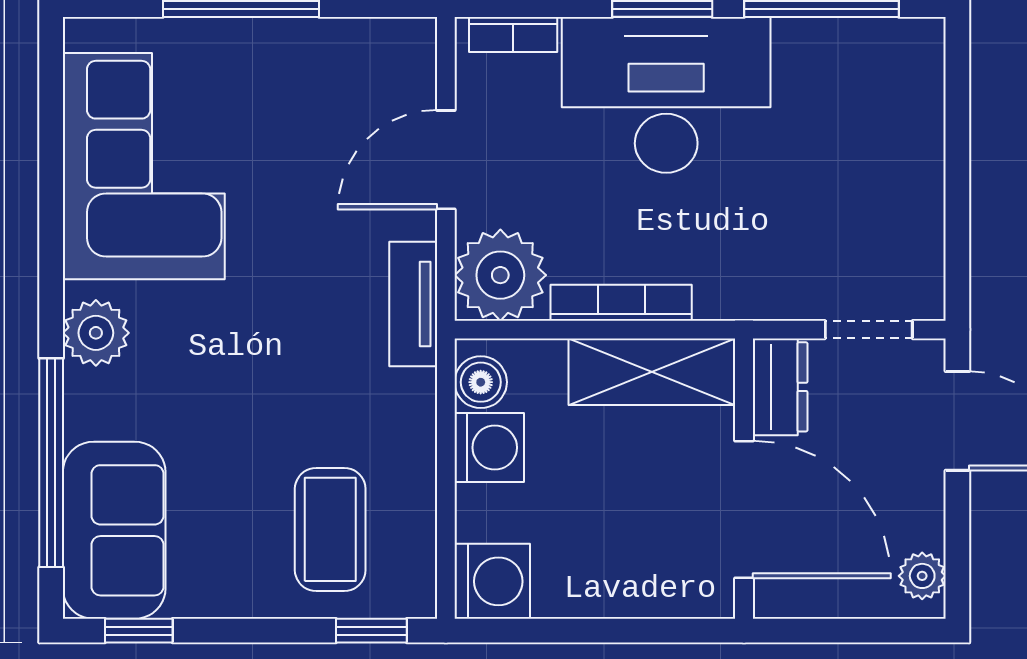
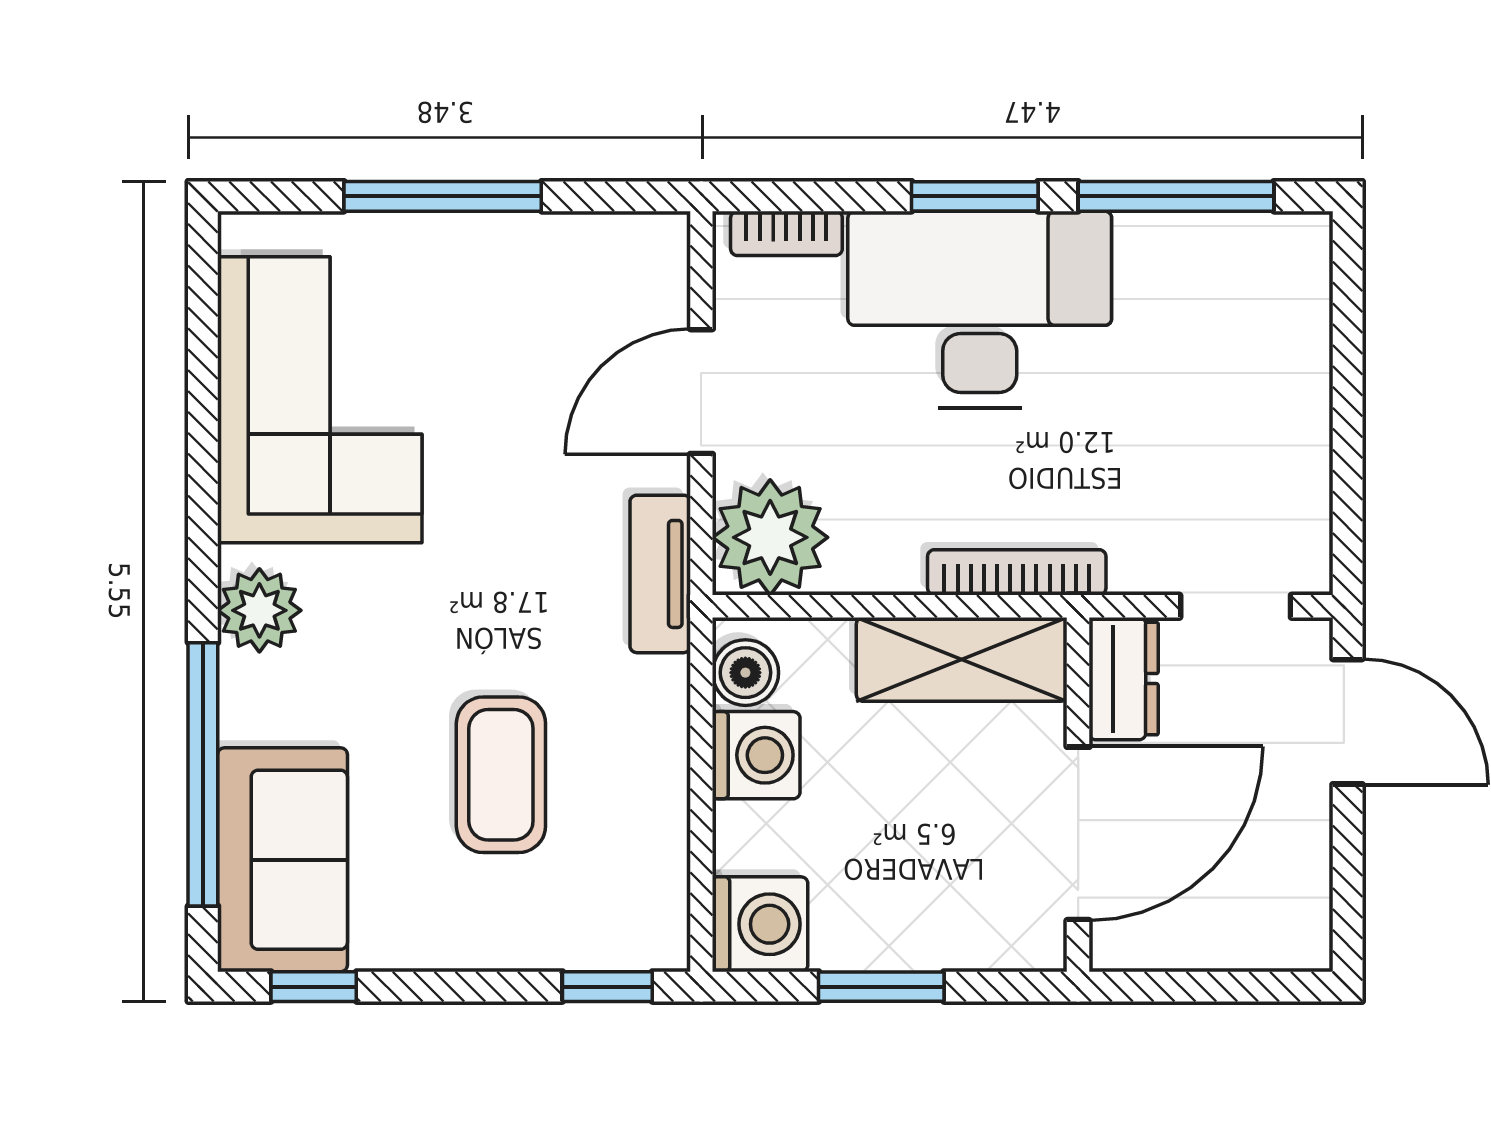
bookcase: (621, 303) -> (1017, 572), moved
door: (744, 509) -> (1078, 833), hinge flipped
coffee table: (330, 529) -> (501, 775), moved
plant: (922, 576) -> (1303, 917), removed
window: (588, 631) -> (881, 987), added

